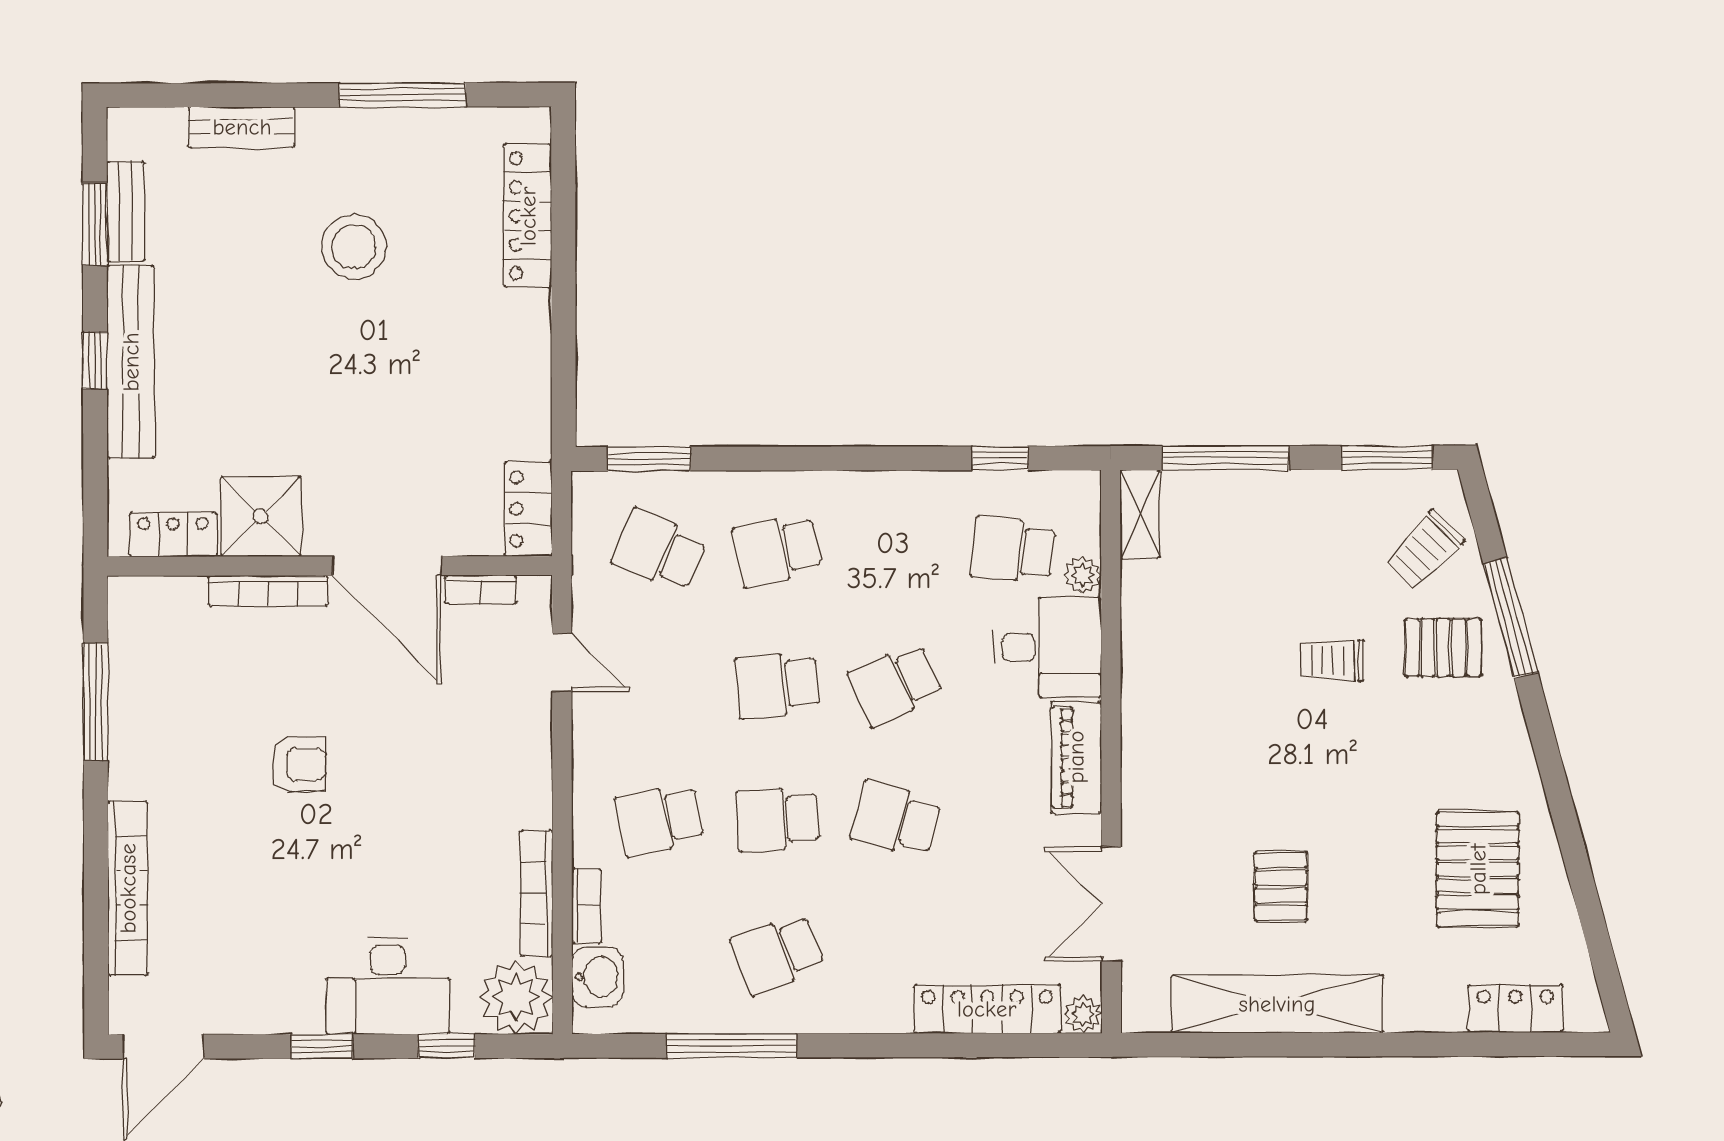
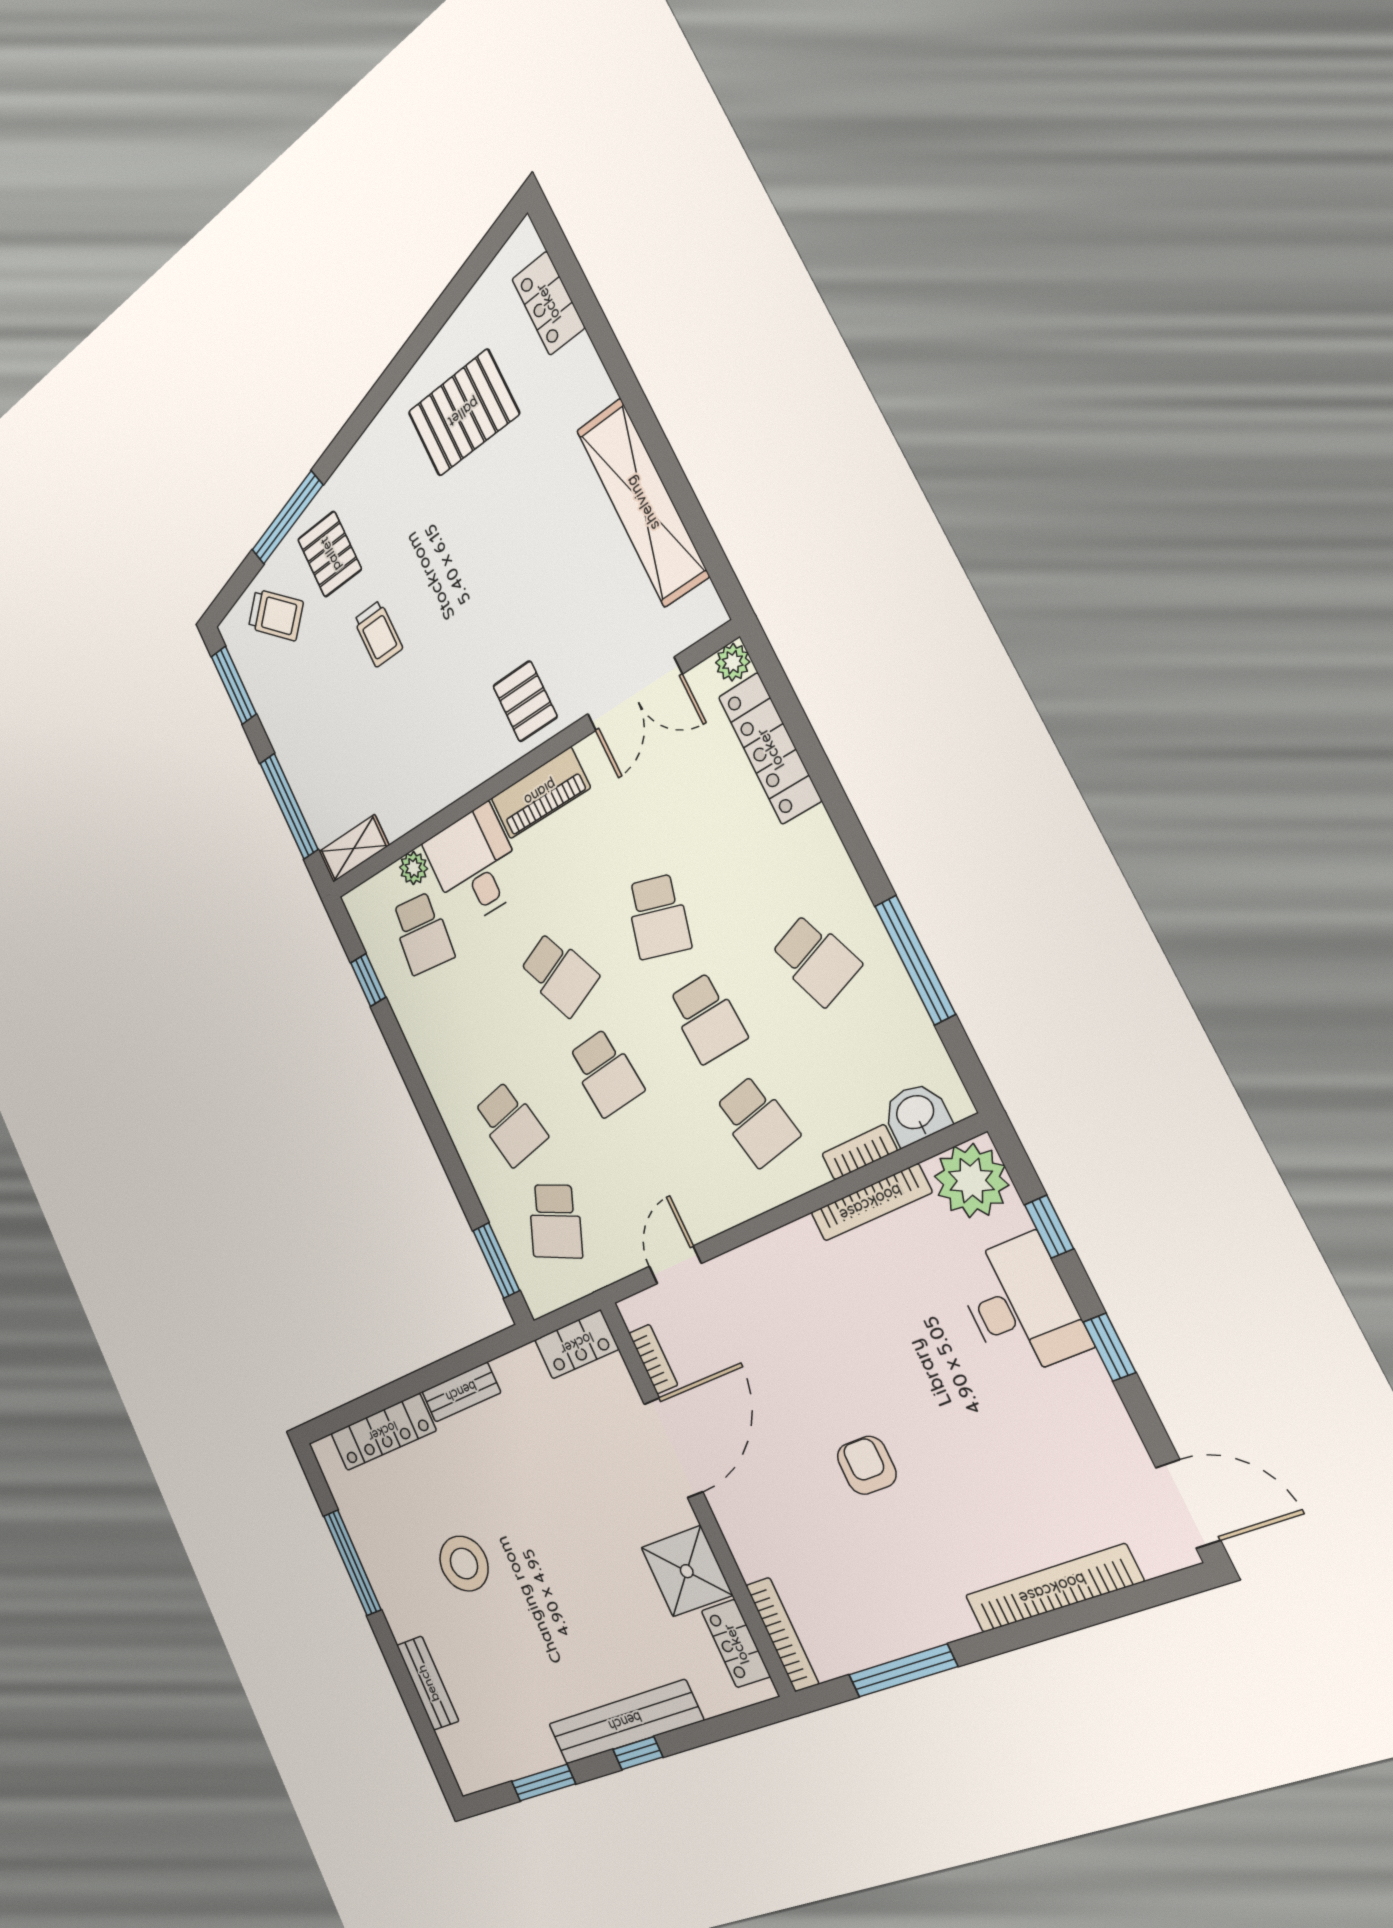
bench: (126, 212) -> (461, 1392), moved
bookcase: (268, 591) -> (782, 1635), moved
pallet: (1281, 886) -> (525, 701), moved, turned 90

